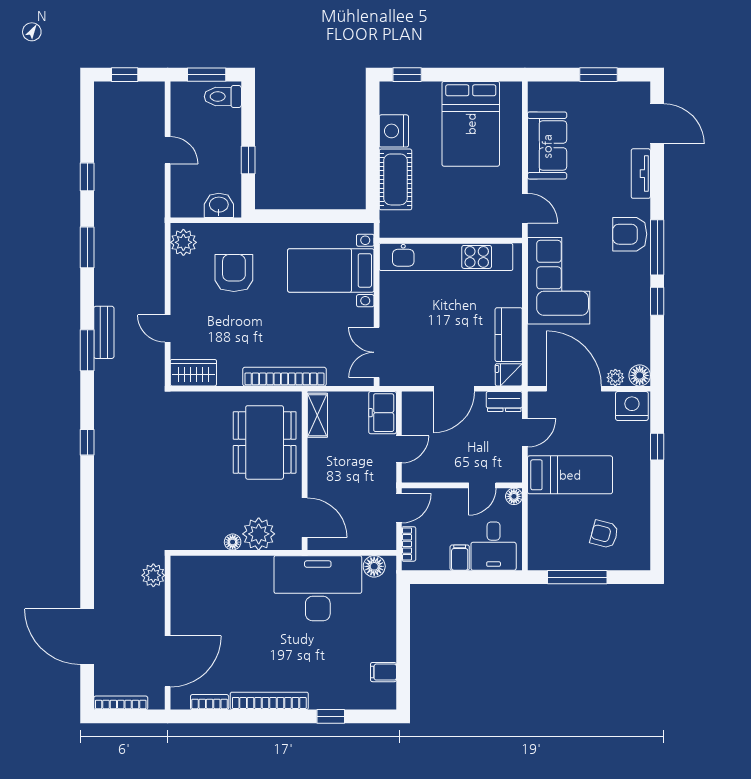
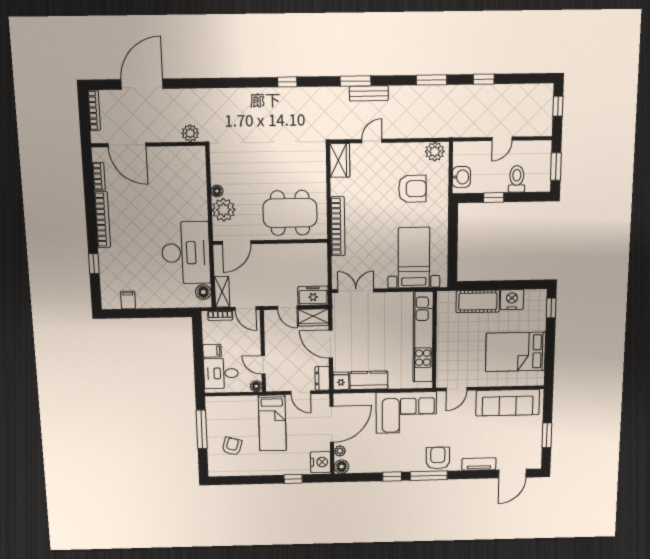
toilet: (223, 97) -> (517, 179), moved
sofa: (547, 146) -> (508, 403), width x1.36
wardrobe: (414, 413) -> (313, 317), added
shelving: (317, 415) -> (222, 292), moved, turned 90

